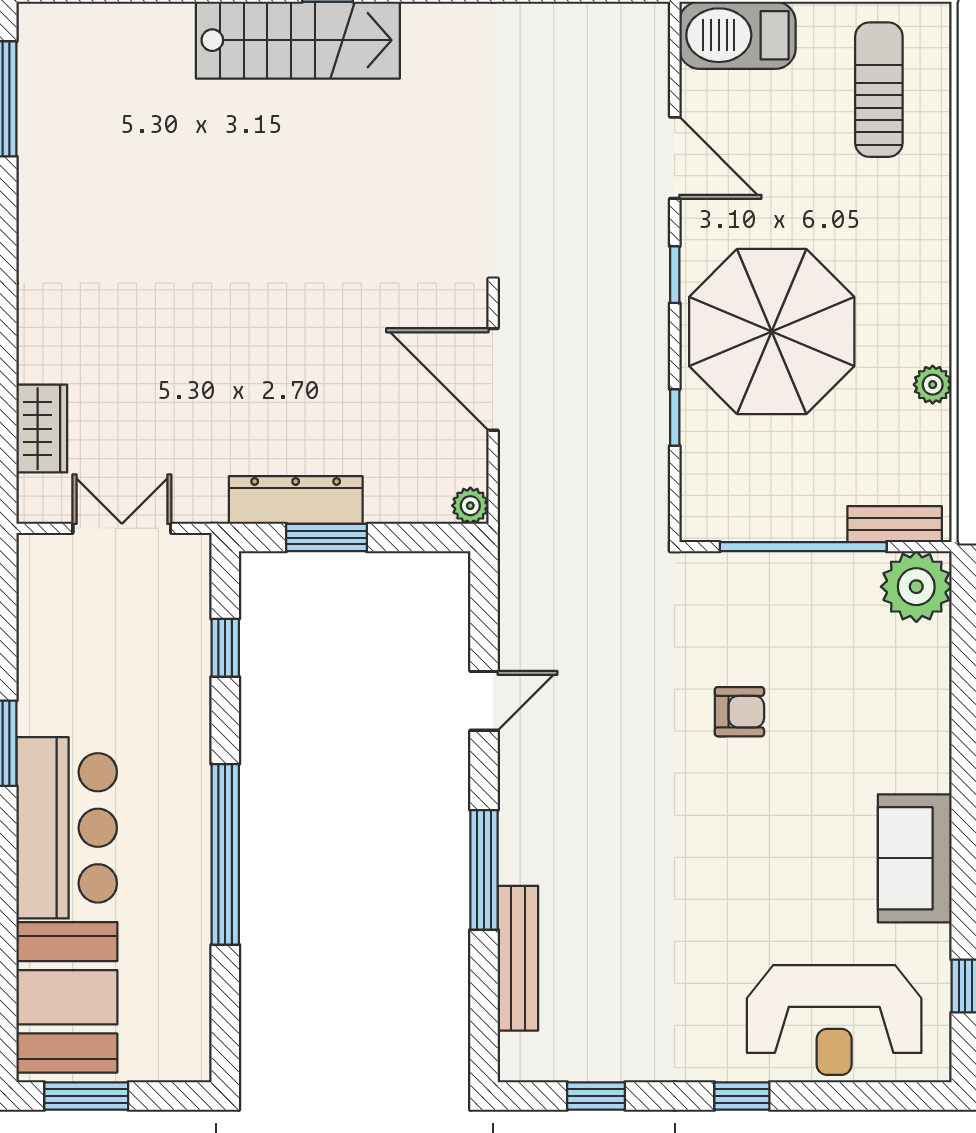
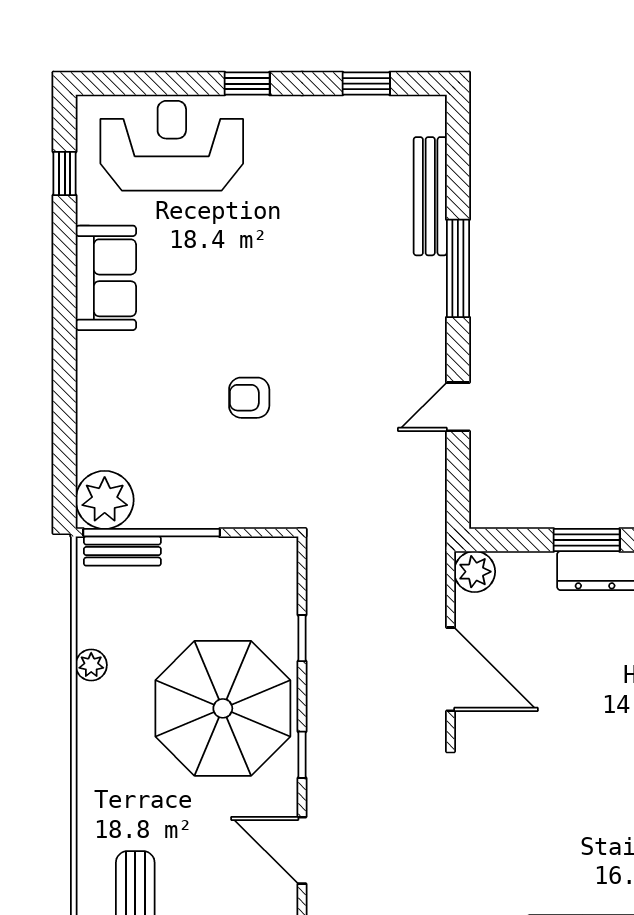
plant: (470, 506) -> (475, 572), width x1.38, depth x1.38
window: (803, 547) -> (152, 533), moved

